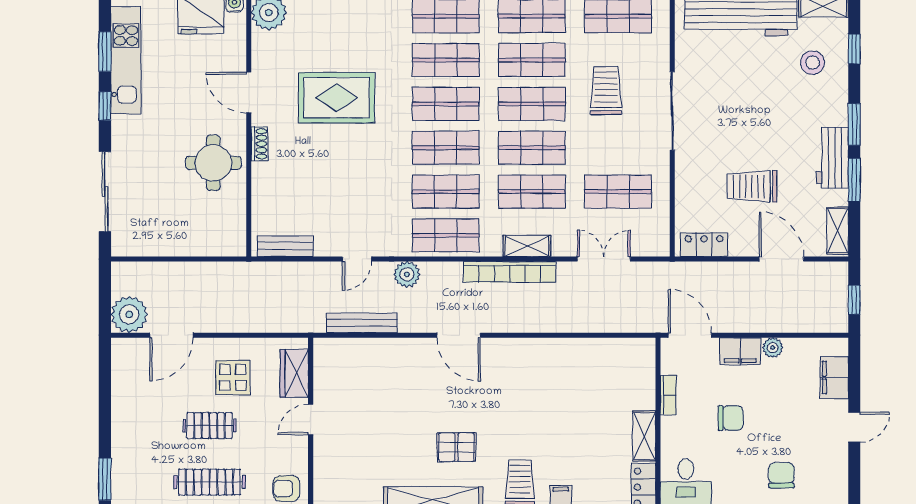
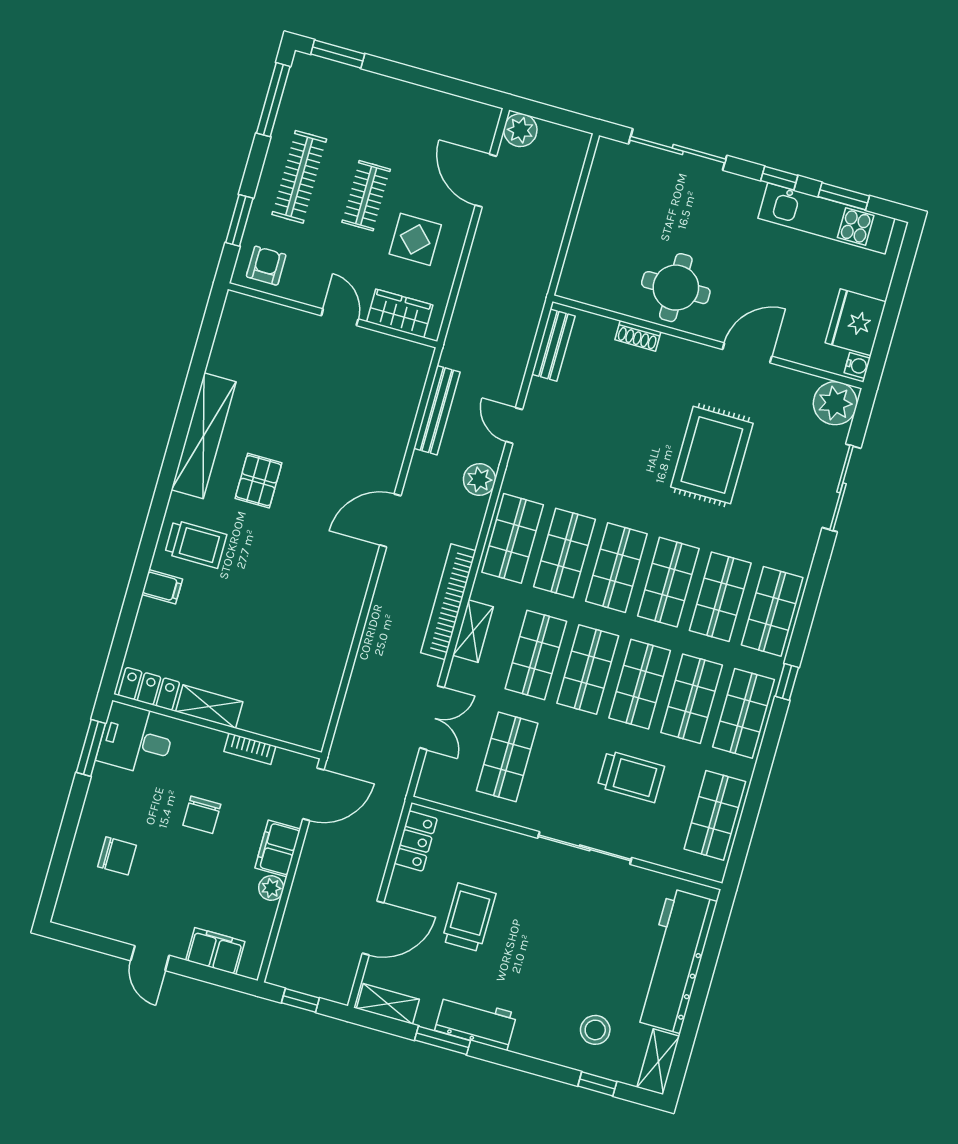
window: (854, 124) -> (508, 1059), removed
shoe rack: (259, 144) -> (638, 336), moved
plant: (129, 314) -> (520, 130), width x0.73, depth x0.73

